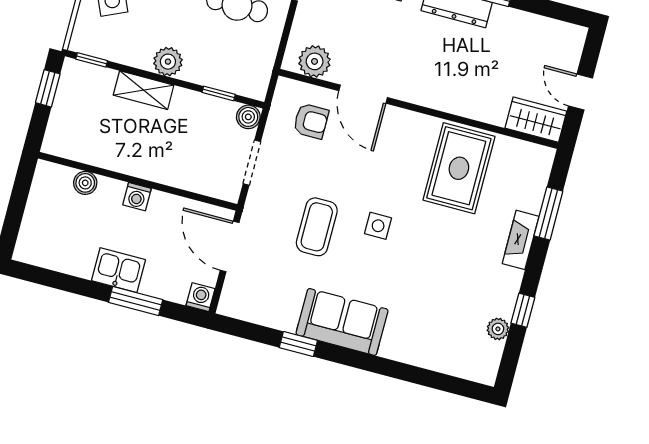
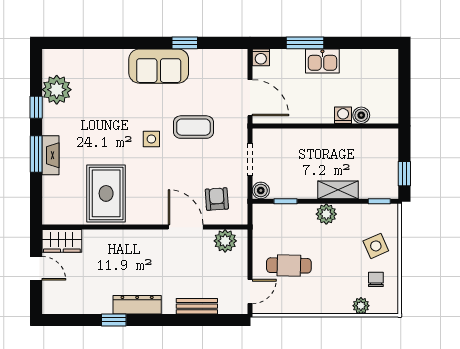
armchair: (311, 121) -> (217, 199), turned 86
washing machine: (137, 197) -> (343, 115), moved
window: (548, 213) -> (36, 154), moved
coffee table: (317, 227) -> (193, 127), turned 90
plant: (498, 329) -> (57, 90), width x1.87, depth x1.87

